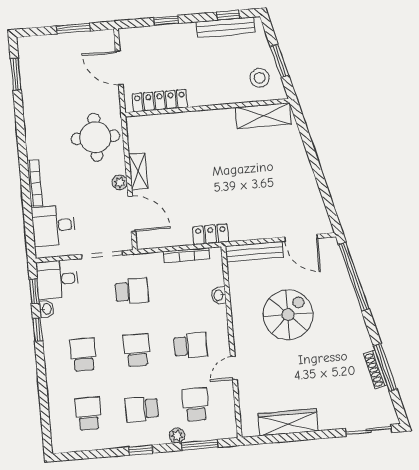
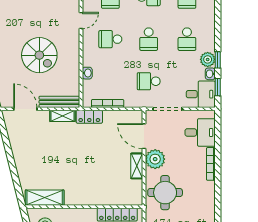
plant: (120, 182) -> (155, 159), width x1.88, depth x1.88
shelving: (248, 232) -> (63, 116), added
spiral stairs: (288, 315) -> (39, 55), turned -90
plant: (52, 329) -> (208, 59), added

